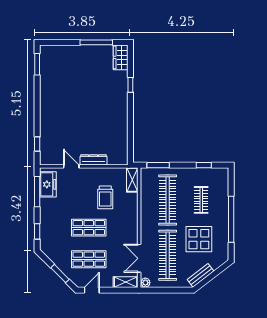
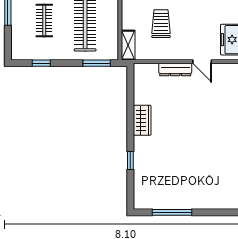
wardrobe: (121, 57) -> (142, 120), moved

